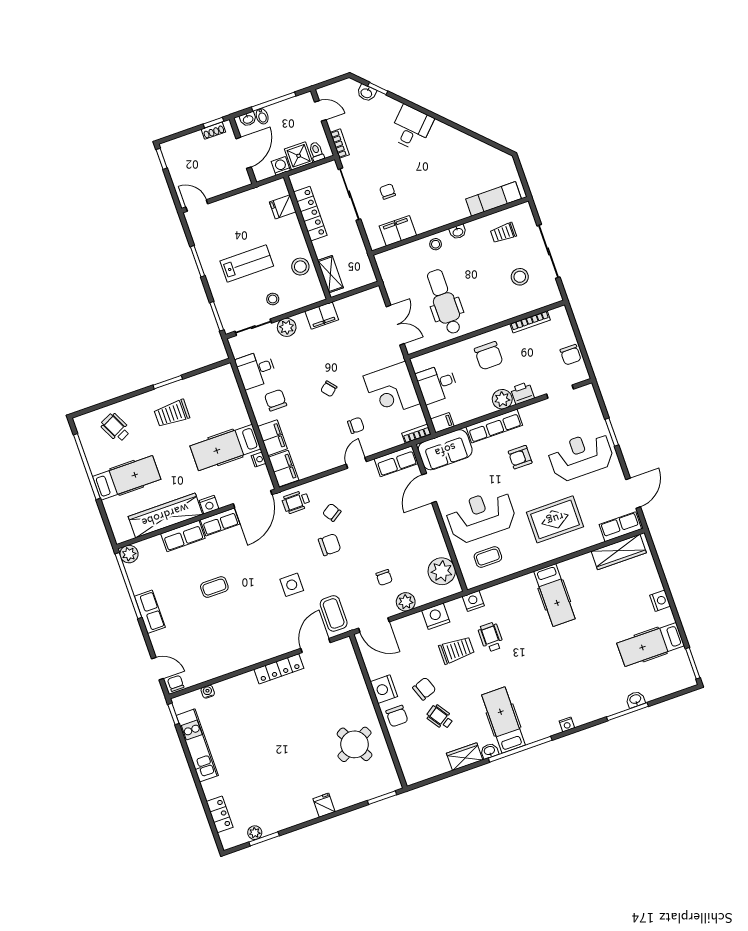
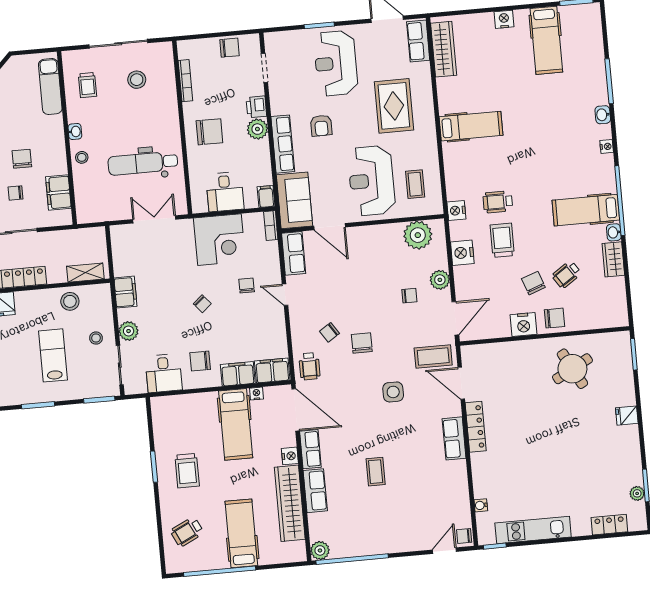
chair: (420, 189) -> (22, 159), added
row of seats: (150, 612) -> (454, 438), moved, turned -90
washbasin: (635, 699) -> (603, 115), moved

